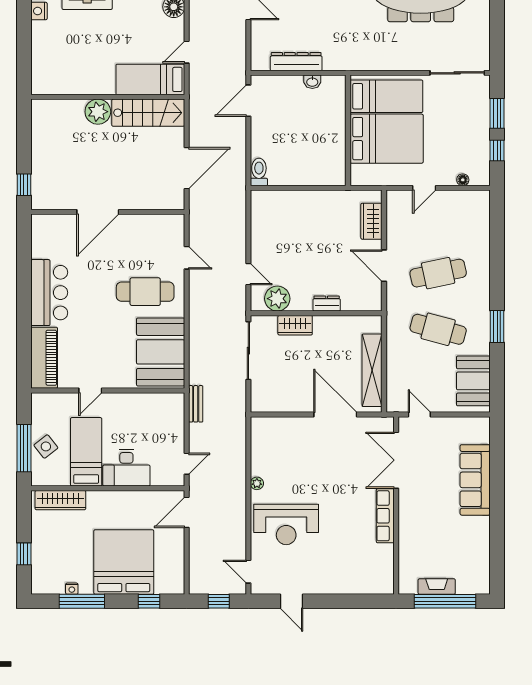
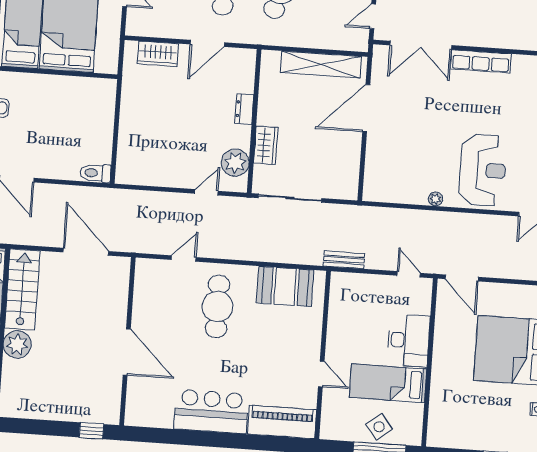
booth: (161, 352) -> (285, 286), width x0.73, depth x0.70
wardrobe: (60, 500) -> (439, 415), removed

